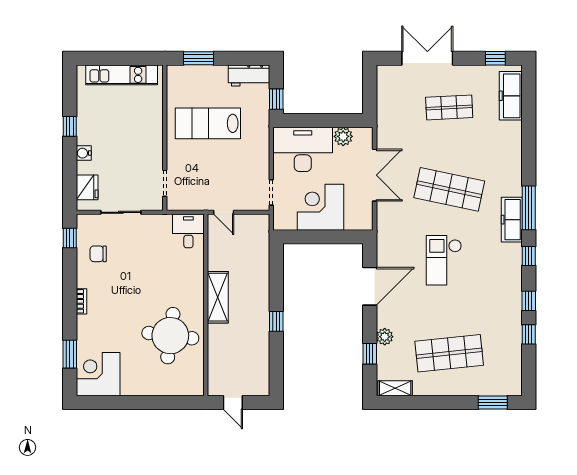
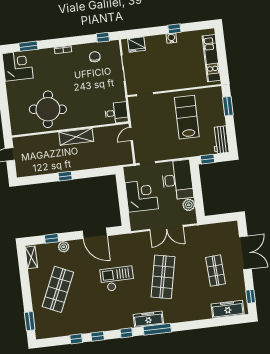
water cooler: (84, 153) -> (171, 38), moved
shop shelf: (449, 353) -> (58, 289), turned 30

